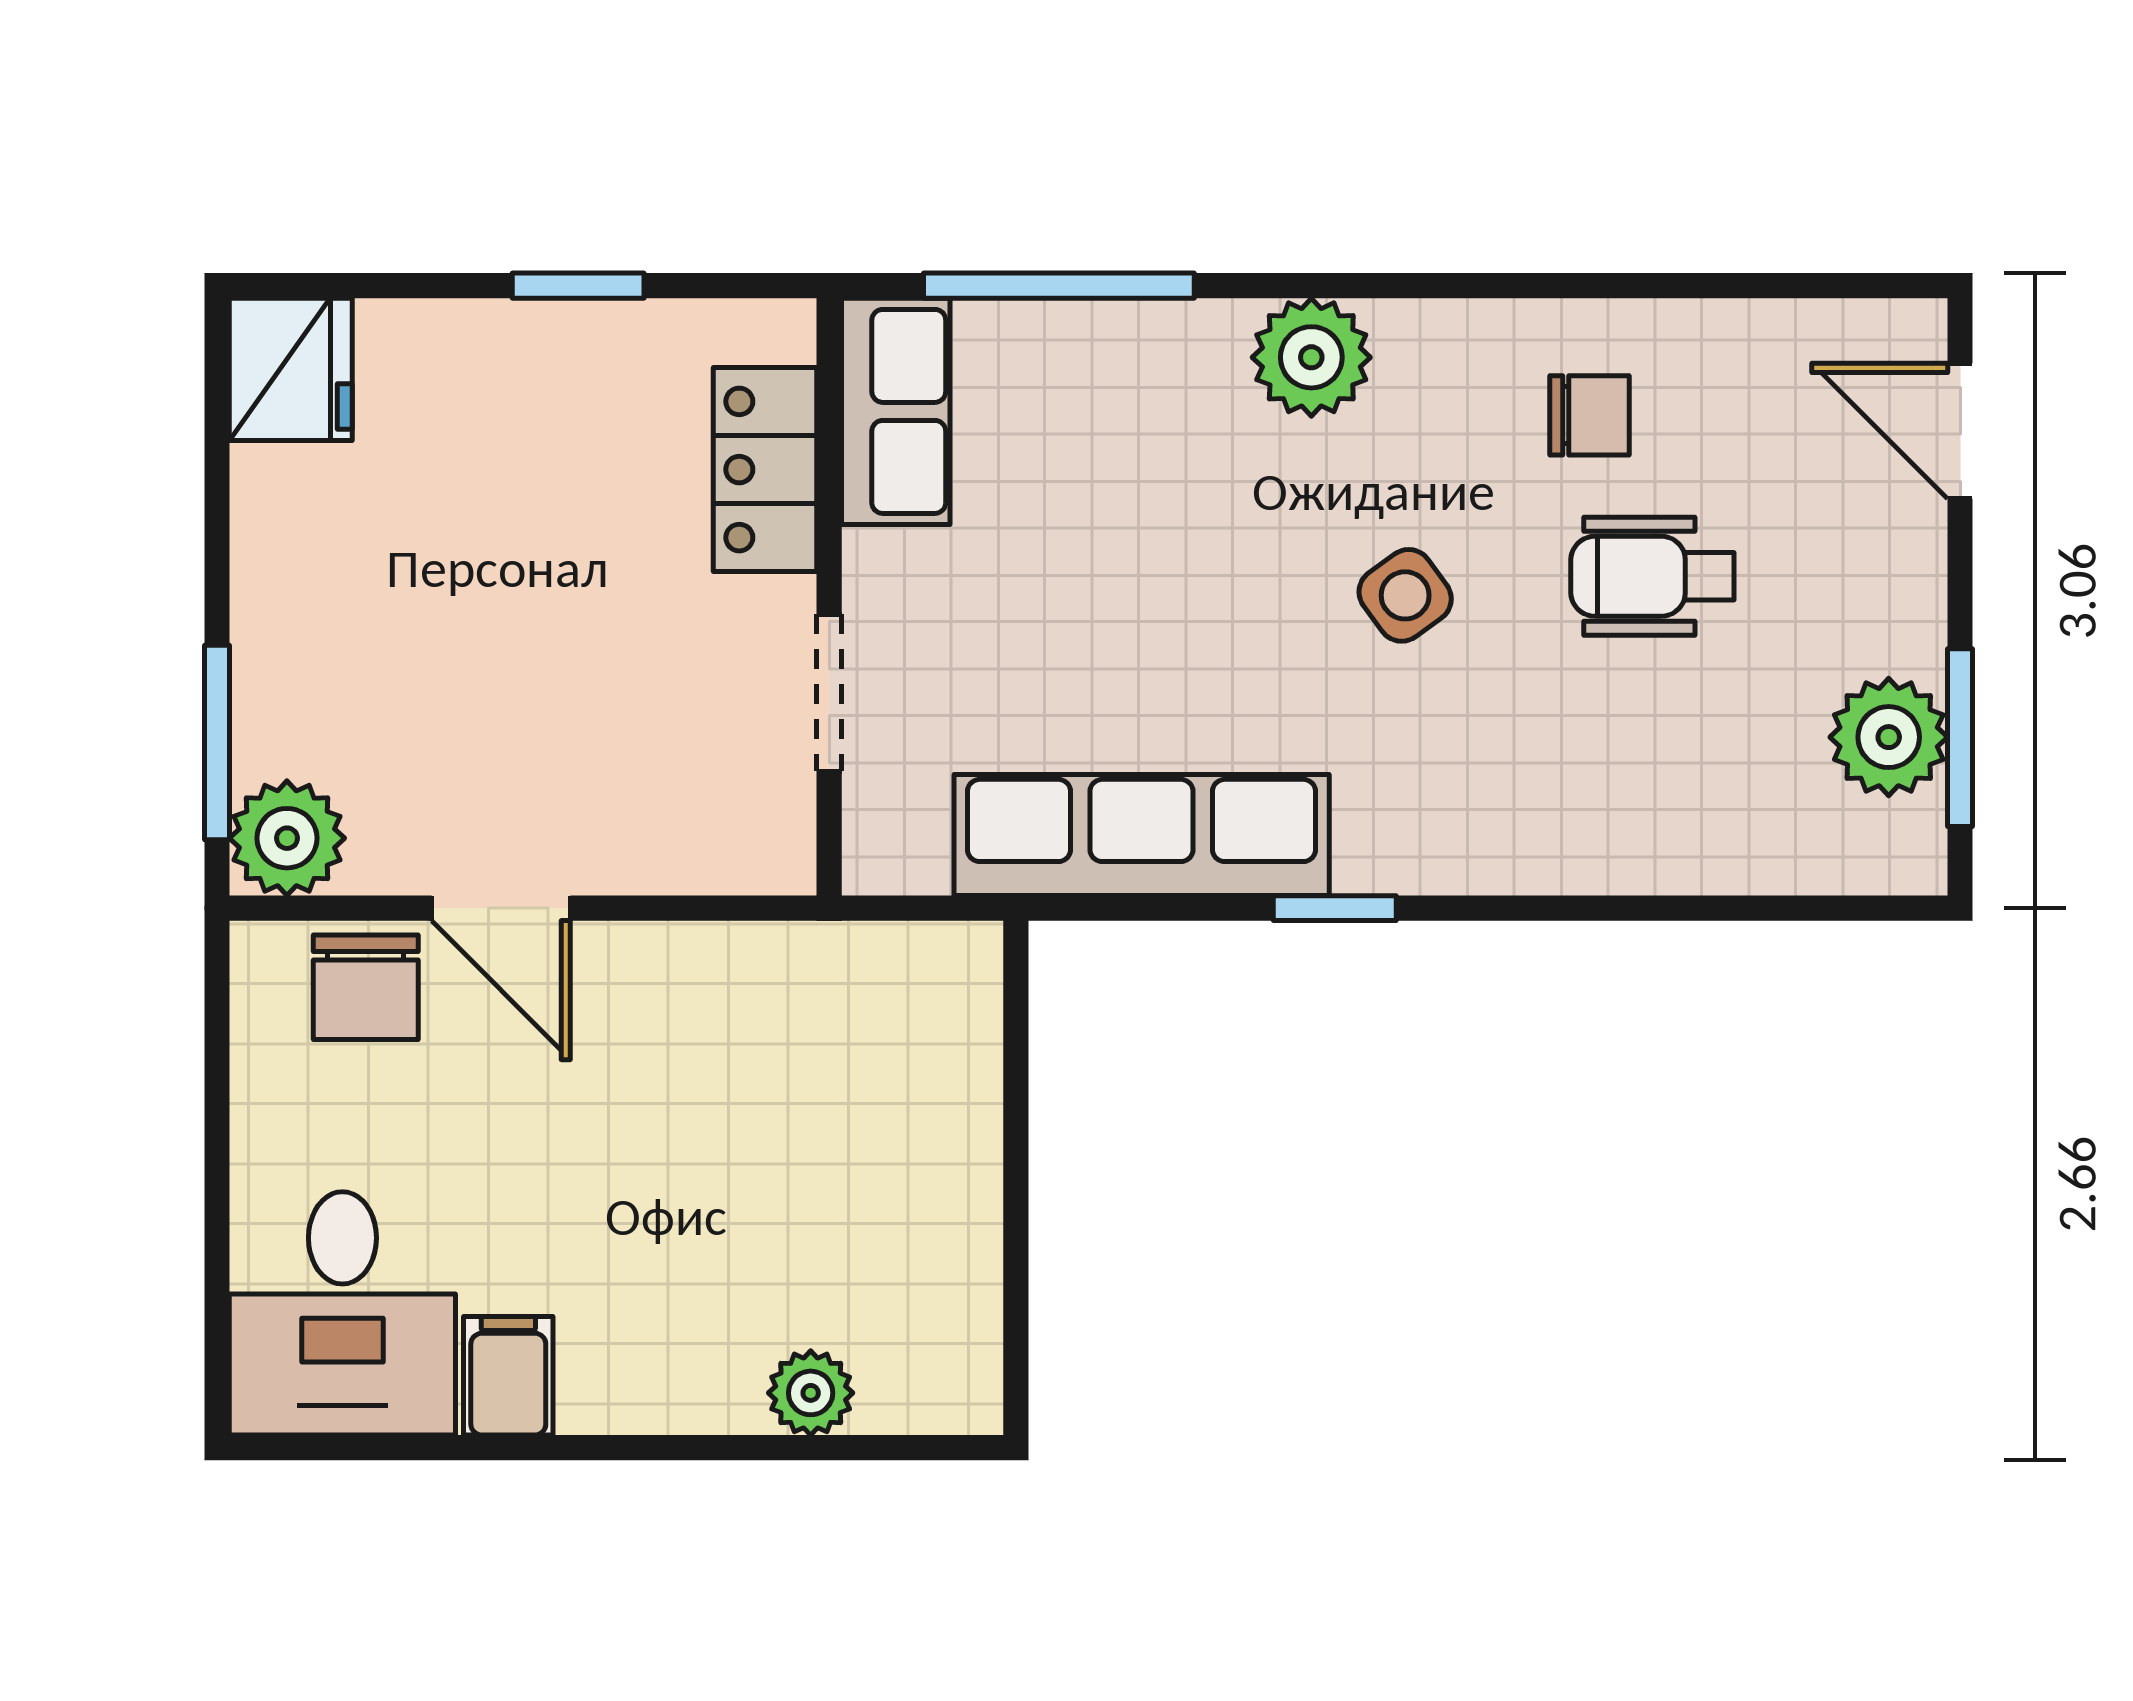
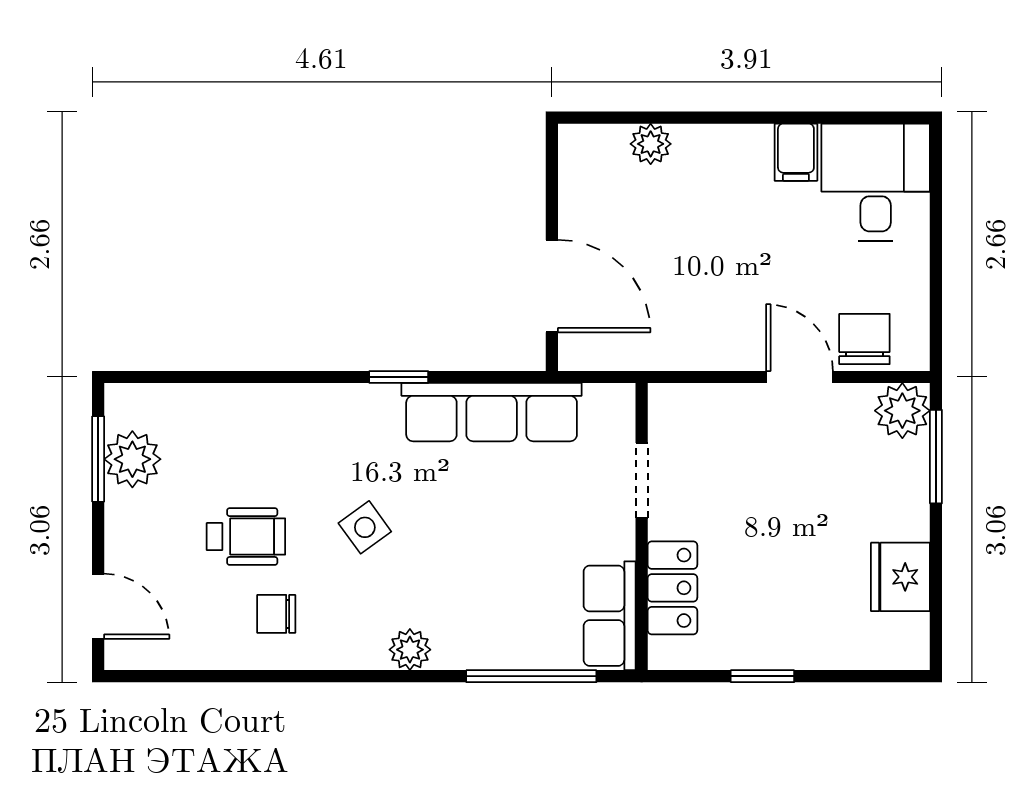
plant: (1311, 357) -> (410, 650), width x0.73, depth x0.73
fridge: (291, 369) -> (900, 577), moved
door: (1016, 1097) -> (552, 286), added

